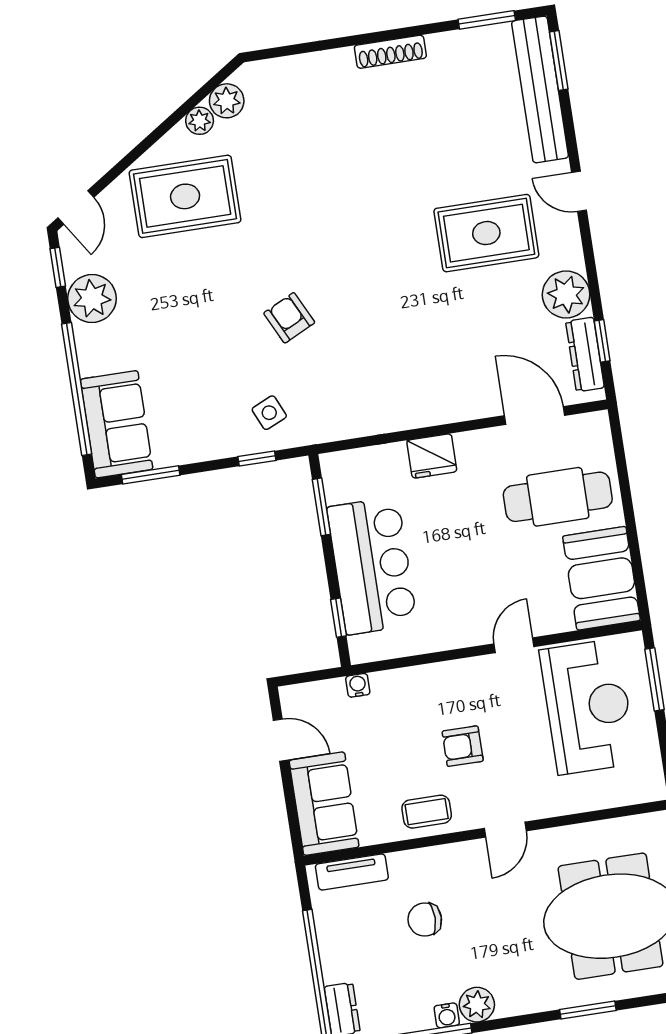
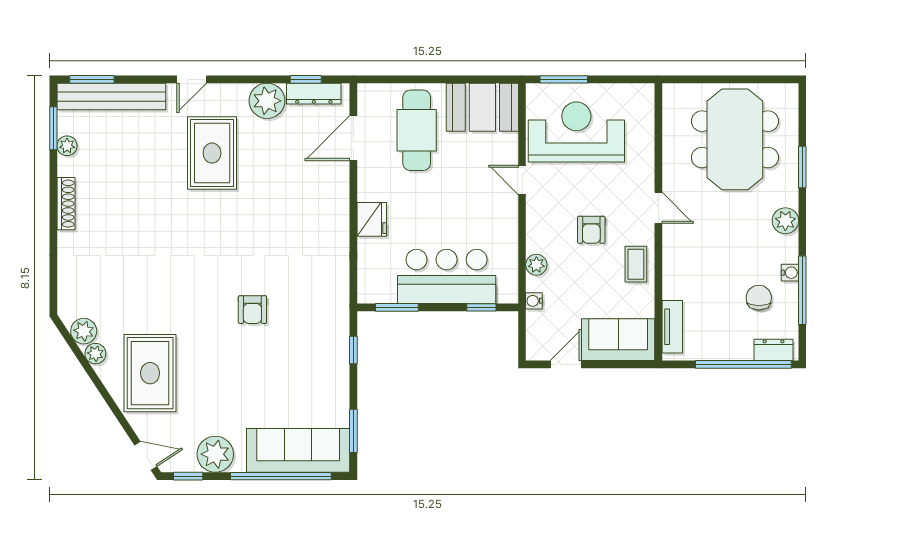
plant: (466, 41) -> (67, 146), added
armchair: (289, 318) -> (252, 310), turned -64
side table: (269, 413) -> (321, 335), removed
sofa: (117, 424) -> (298, 450), width x1.36
plant: (406, 681) -> (536, 265), added
chair: (425, 919) -> (759, 298), moved, turned 180
plant: (477, 1005) -> (785, 221), moved

